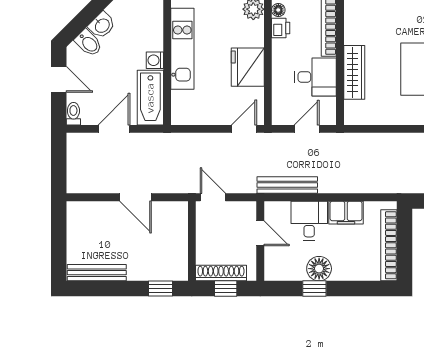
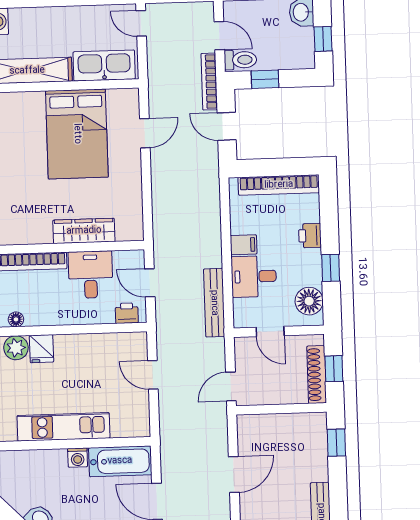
printer: (281, 28) -> (127, 313), moved
fridge: (248, 67) -> (42, 349), moved, width x0.53, depth x0.75
door: (244, 129) -> (153, 375), moved
filing cabinet: (346, 213) -> (244, 245), width x0.50
door: (260, 233) -> (270, 332), swing flipped
floor lamp: (319, 269) -> (309, 301), moved
printer: (343, 271) -> (310, 236), added

